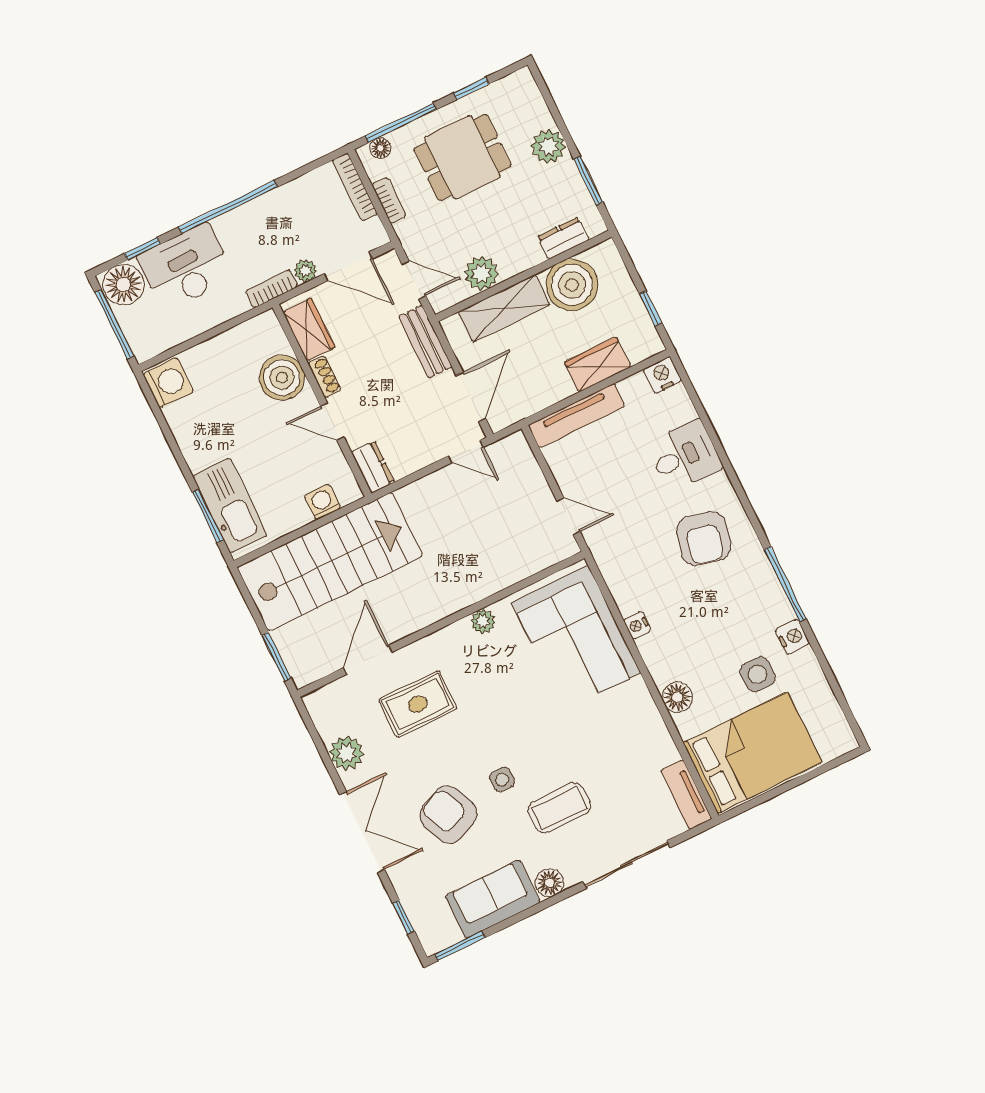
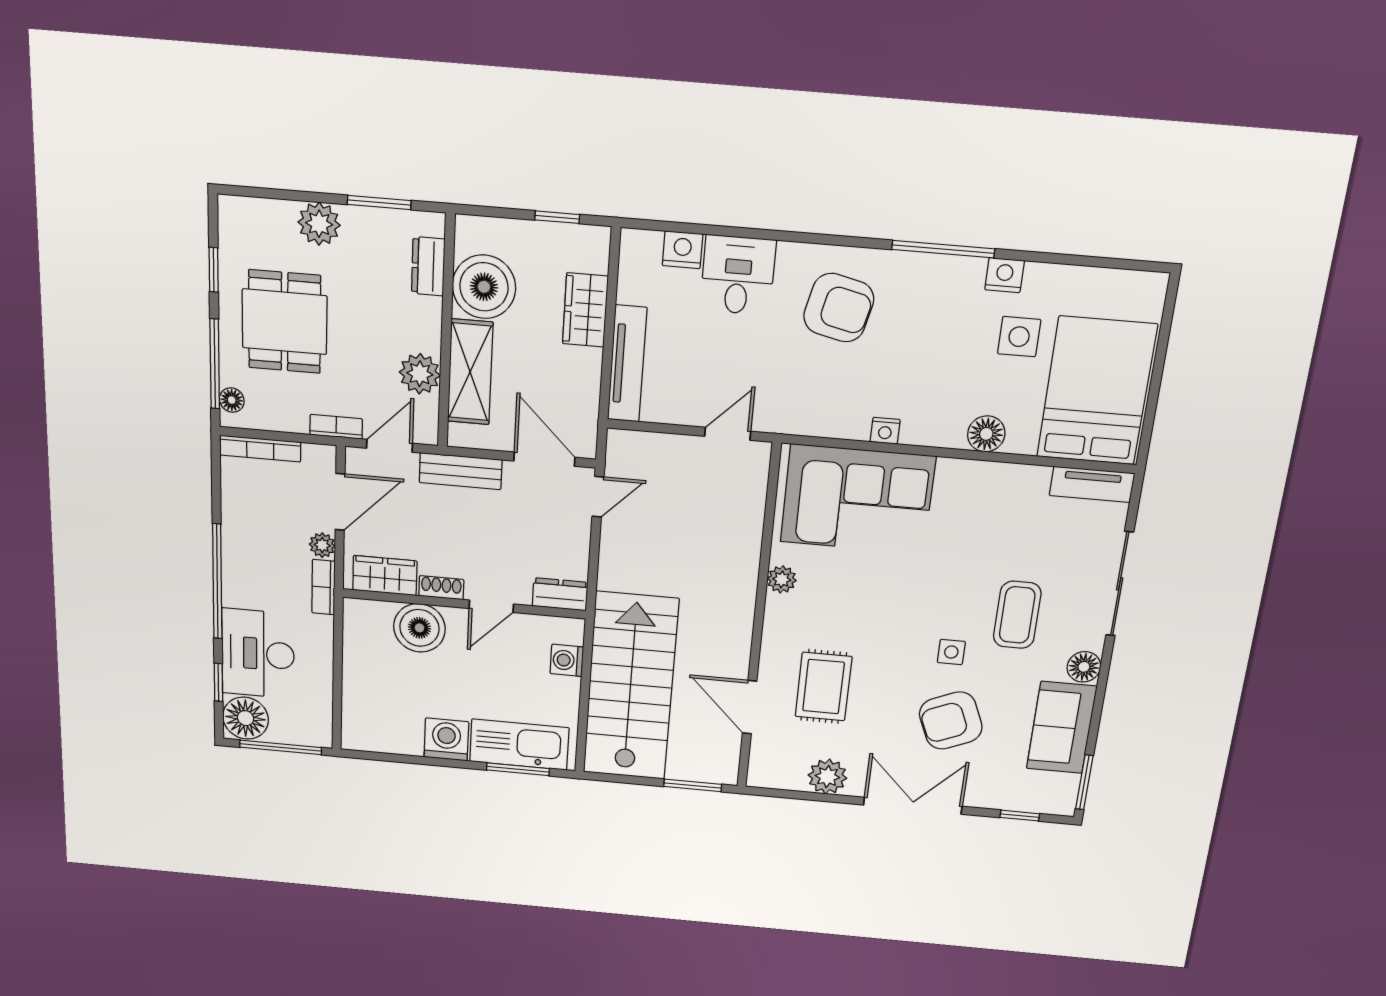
bookcase: (389, 200) -> (336, 427), moved
nightstand: (662, 375) -> (683, 250), moved, turned 90
washing machine: (168, 383) -> (446, 739), moved

